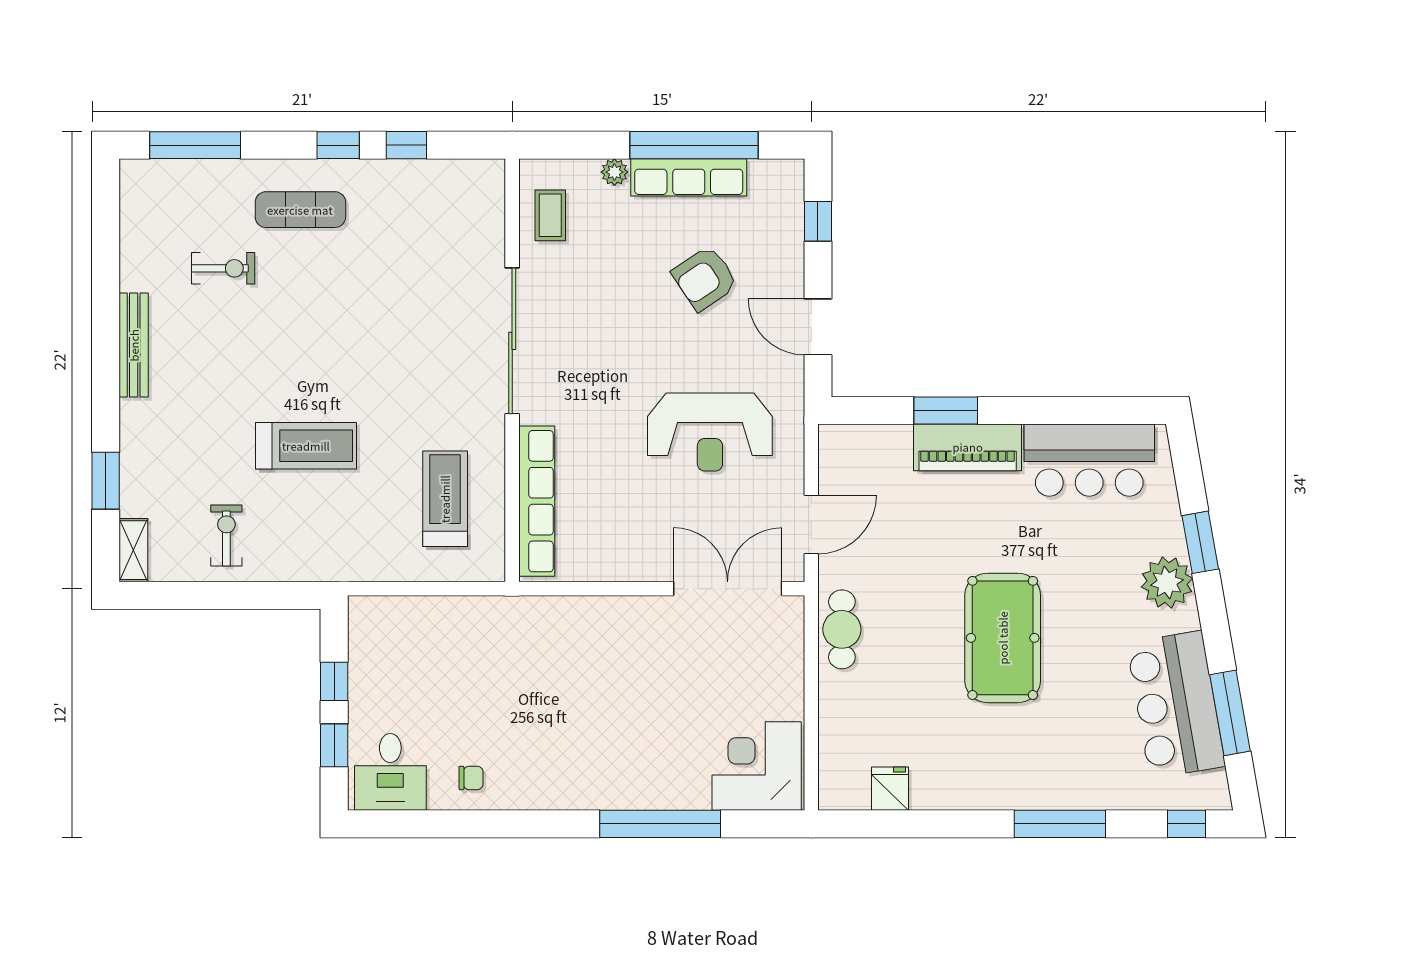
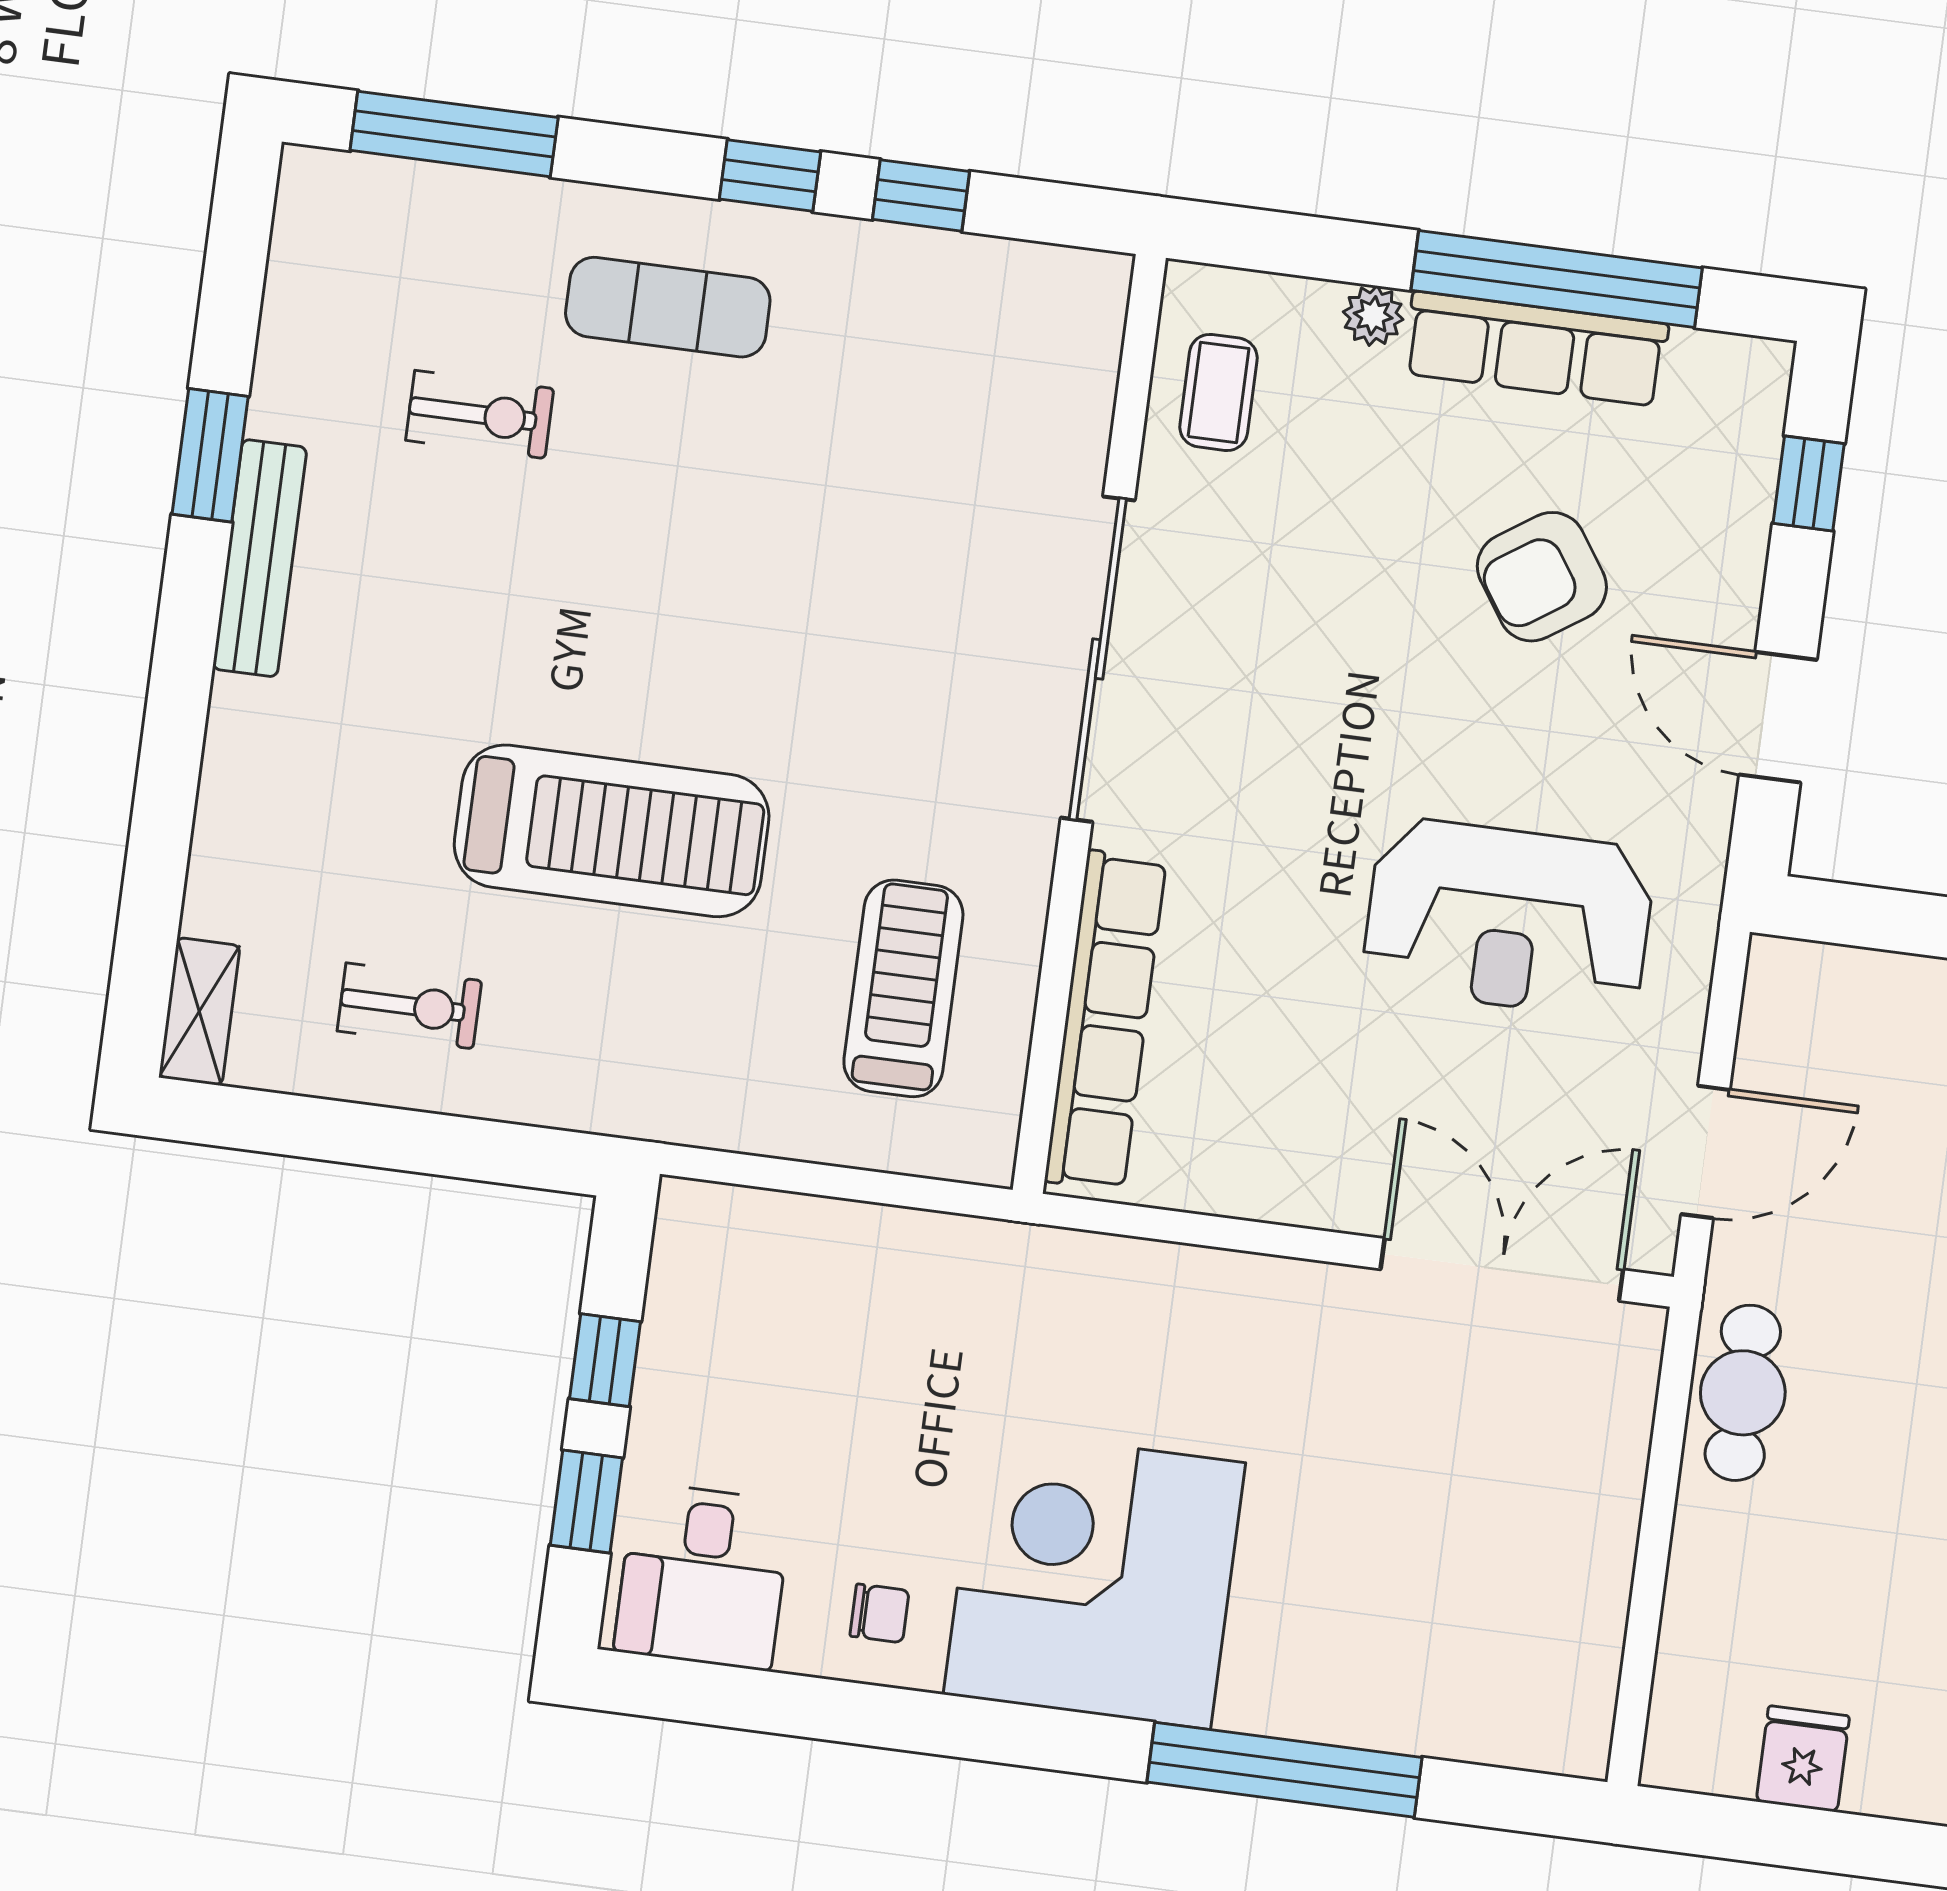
treadmill: (306, 446) -> (612, 831), width x1.37, depth x1.38
window: (106, 481) -> (210, 455), moved
exercise bike: (226, 535) -> (409, 1006), turned 90
corner desk: (757, 766) -> (1094, 1579), moved, width x1.36, depth x1.36

